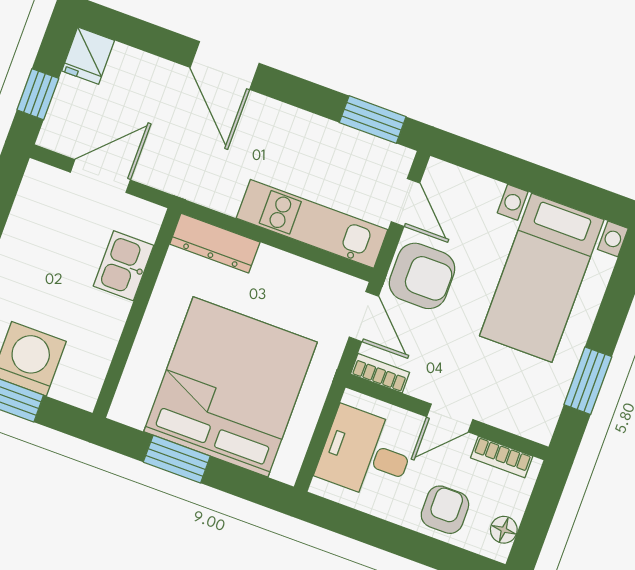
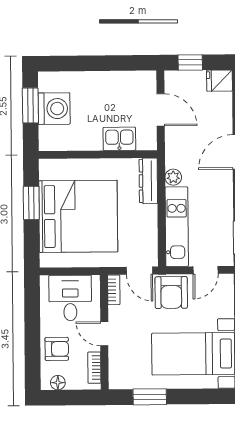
plant: (224, 198) -> (173, 177), added
door: (364, 317) -> (139, 271), hinge flipped

